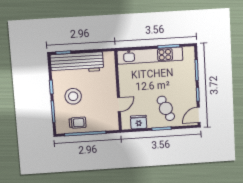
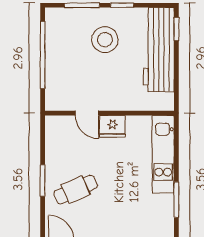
kitchen unit: (150, 56) -> (163, 154), width x0.73
fridge: (139, 122) -> (112, 126), moved, turned 90
trolley: (78, 123) -> (61, 44), removed

